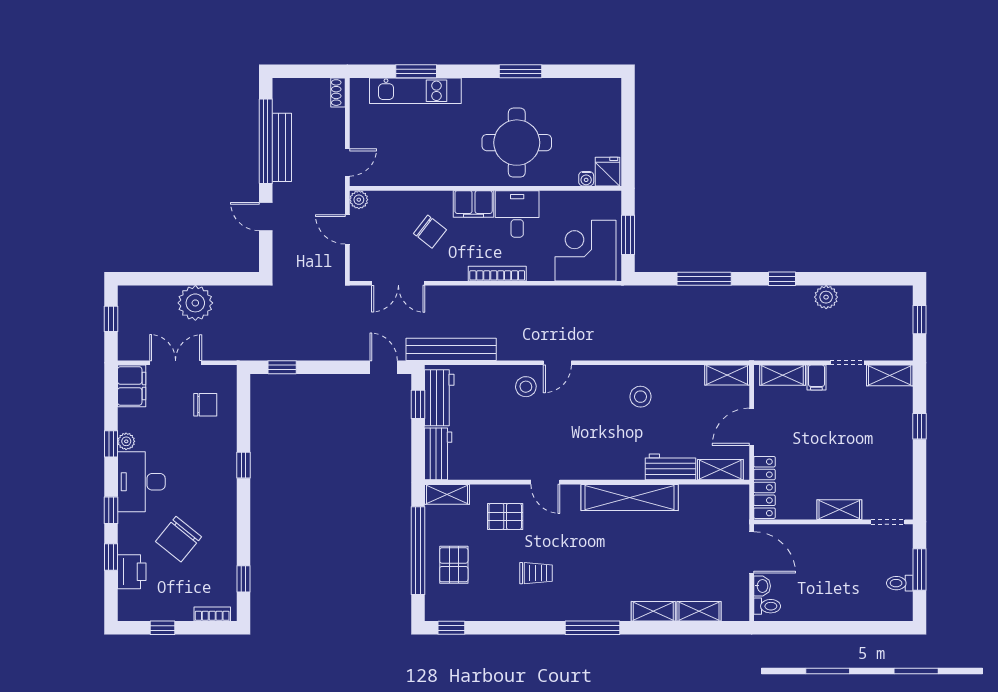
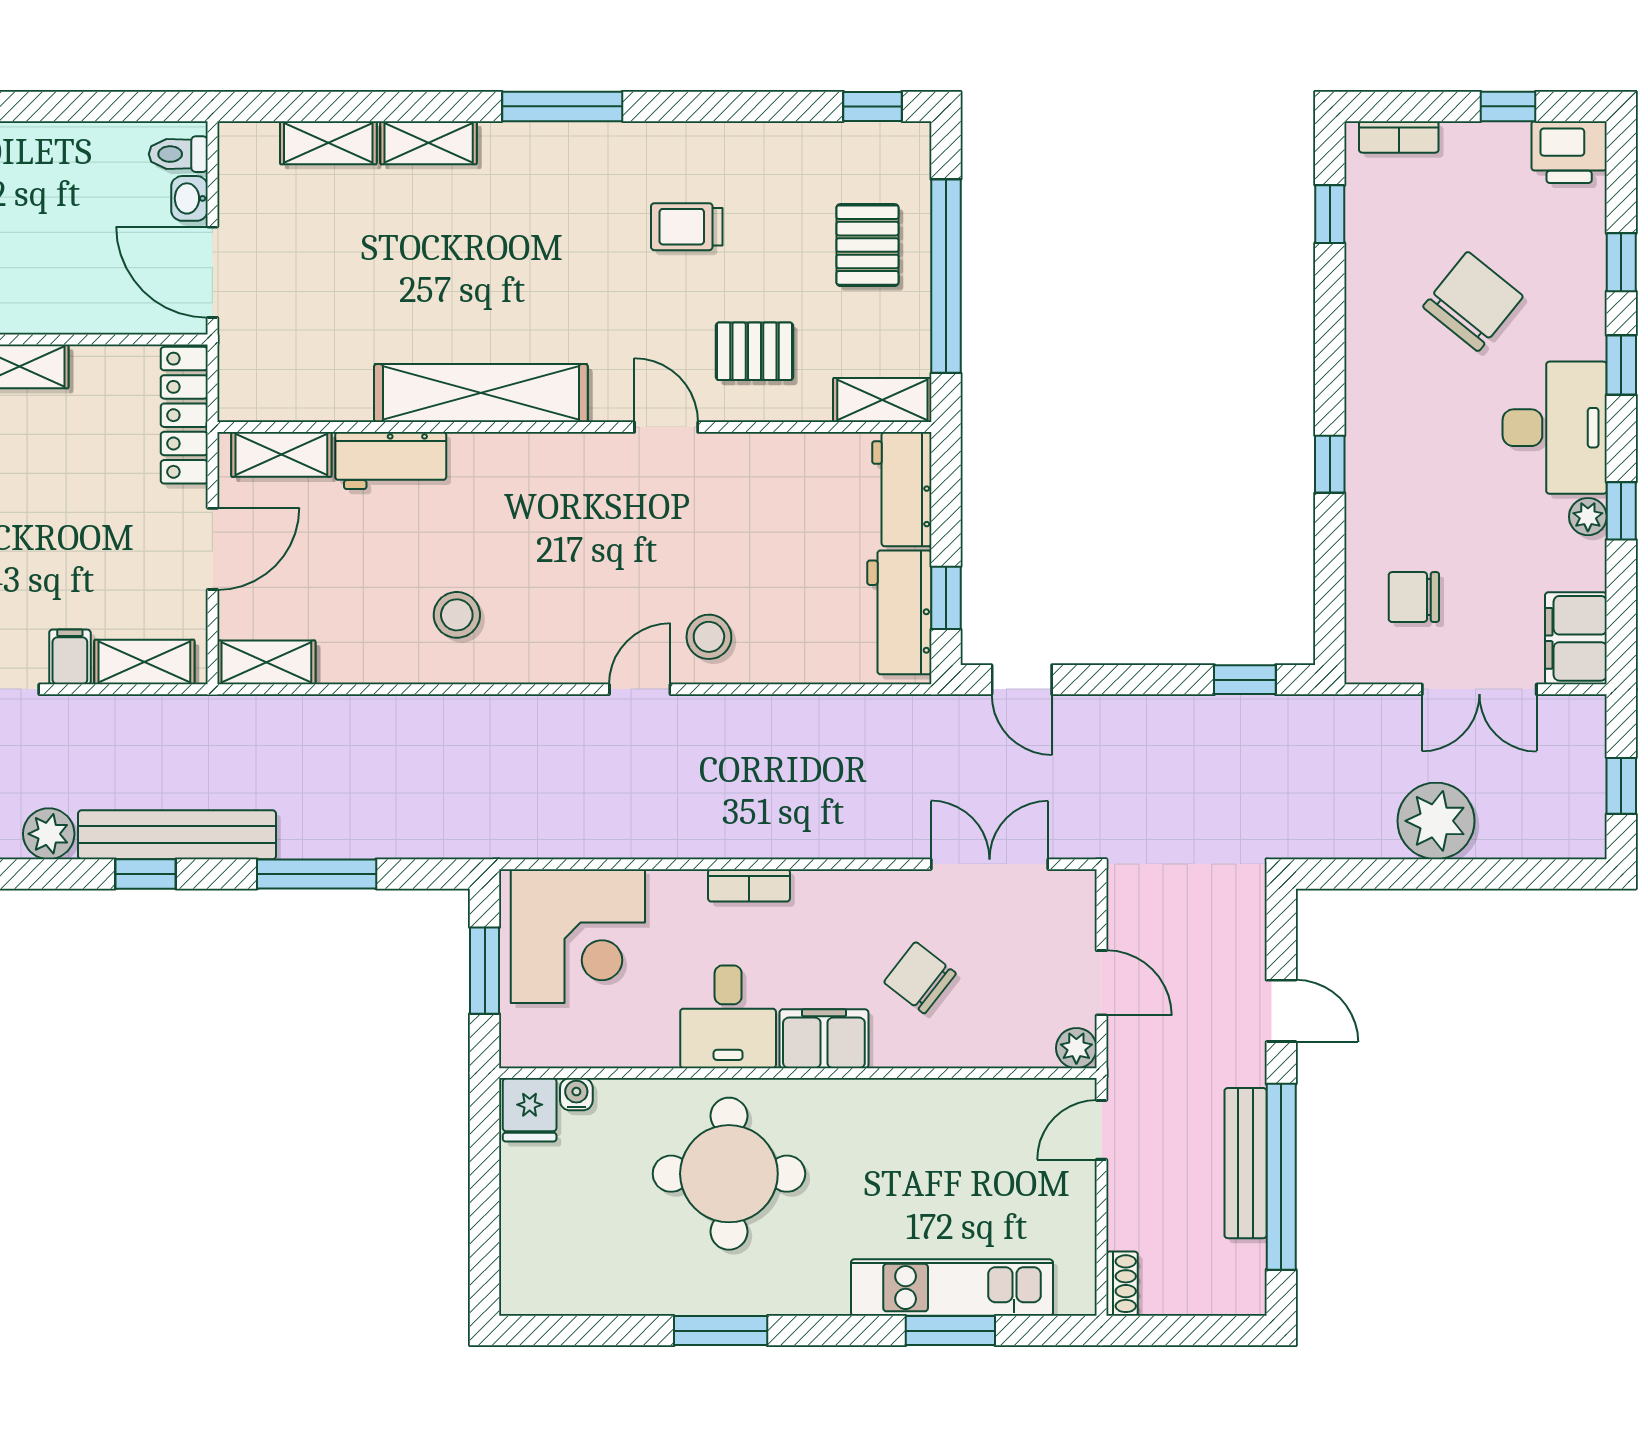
bookcase: (497, 274) -> (749, 885), width x0.64
bench: (451, 349) -> (177, 835), moved
printer: (132, 572) -> (1569, 152), moved, turned -90

